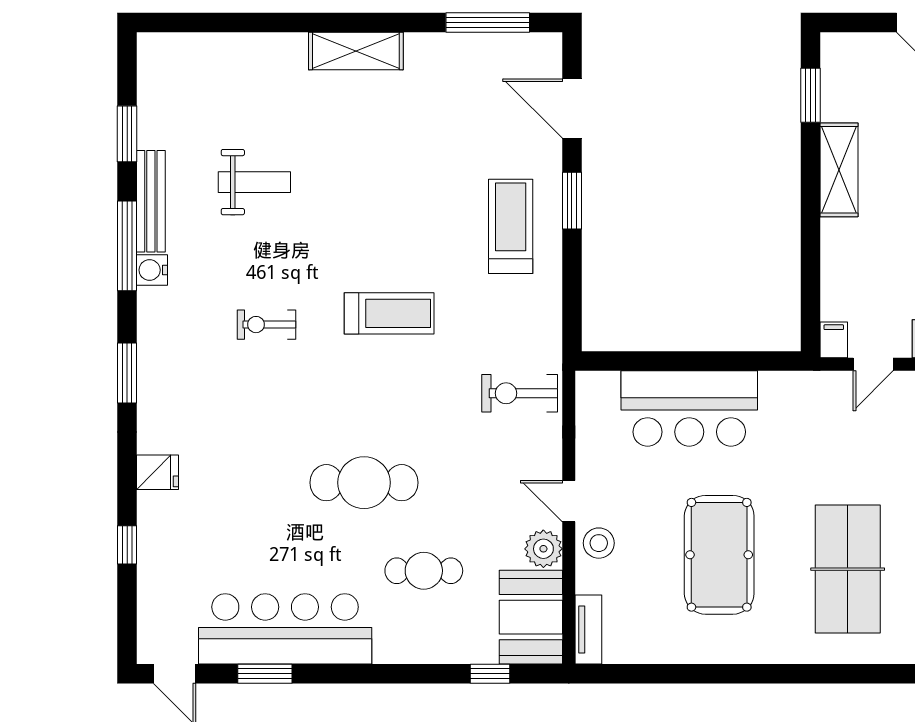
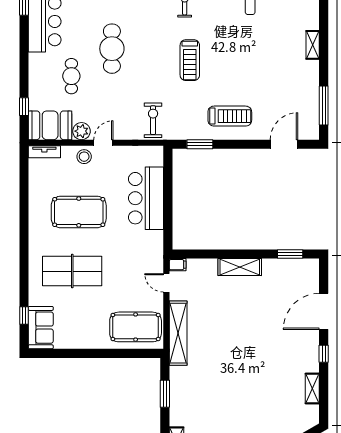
shelving: (356, 51) -> (313, 45), width x0.67, depth x0.75
shelving: (839, 170) -> (240, 267), moved
window: (572, 201) -> (200, 144), moved

